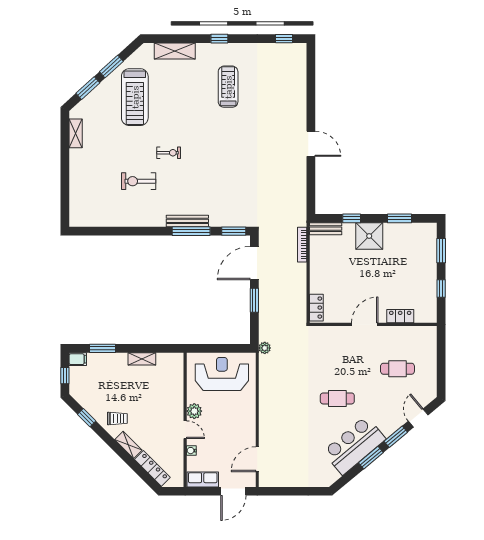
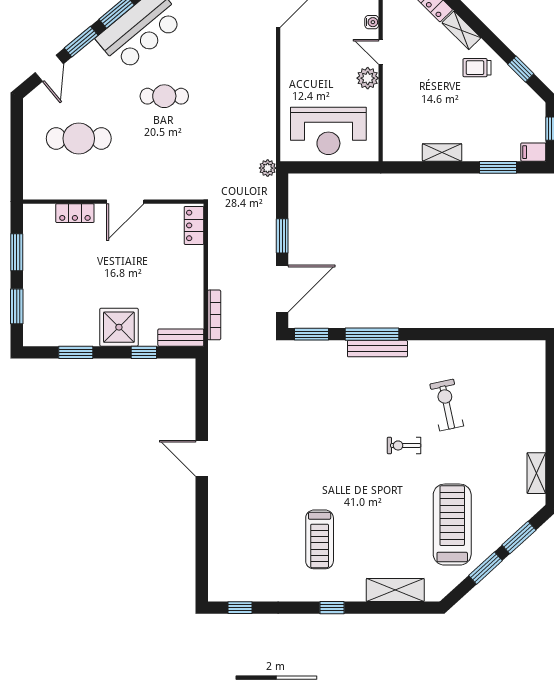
exercise bike: (139, 181) -> (447, 405), turned -102
window: (441, 289) -> (17, 252), width x1.50
cafe table: (397, 369) -> (79, 138), width x1.37, depth x1.35

